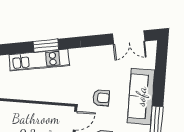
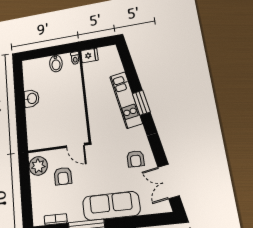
armchair: (101, 98) -> (135, 159), moved

